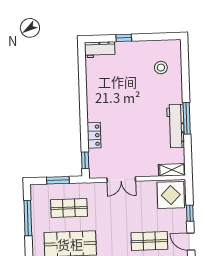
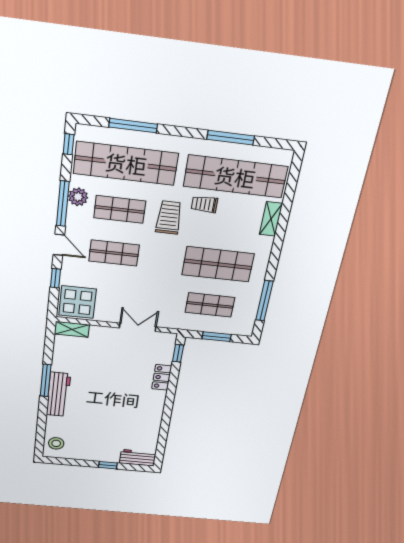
stool: (161, 68) -> (56, 443), moved
workbench: (176, 126) -> (58, 394), moved

